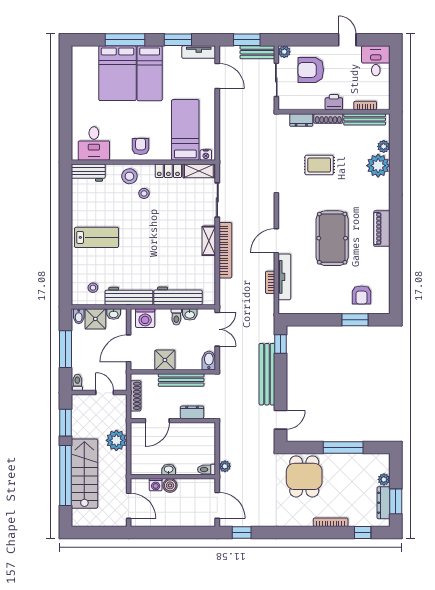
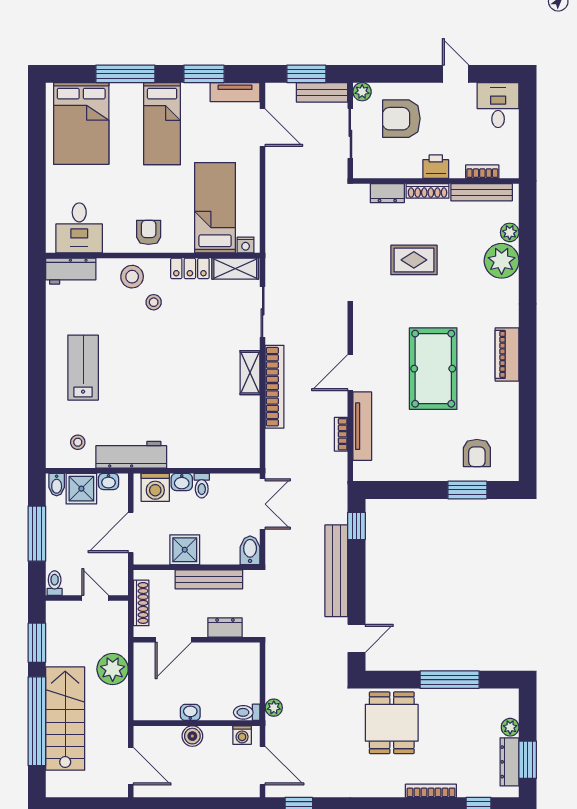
bed: (117, 73) -> (81, 123), moved
lab bench: (96, 237) -> (83, 368), turned -90
workbench: (178, 296) -> (204, 455), removed
washbasin: (190, 314) -> (182, 482), moved
washing machine: (156, 485) -> (242, 735), moved

